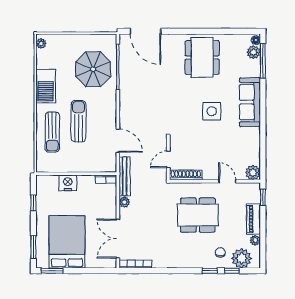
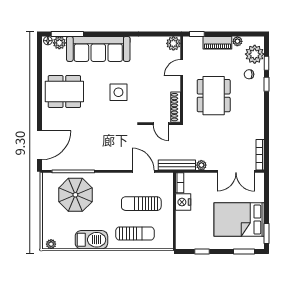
sofa: (250, 102) -> (98, 49), width x1.36, depth x1.27
side table: (212, 111) -> (118, 92), moved
sun lounger: (78, 121) -> (141, 204), moved
door: (118, 141) -> (143, 171), hinge flipped
nightstand: (68, 183) -> (183, 202), moved

